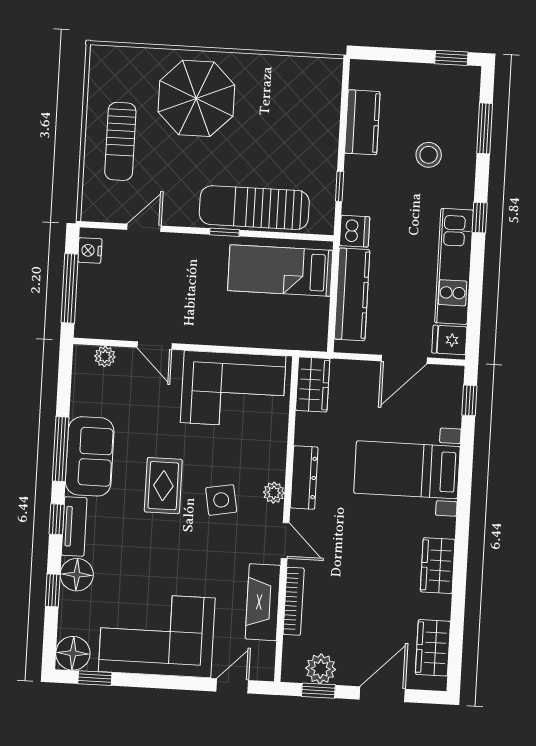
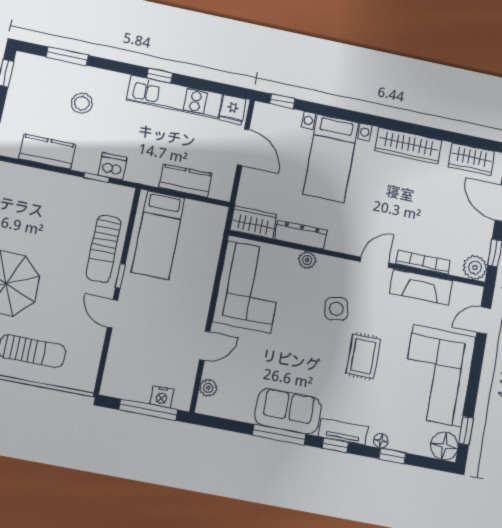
sun lounger: (254, 208) -> (104, 249), width x0.73, depth x0.75
window: (480, 218) -> (160, 76), moved
door: (144, 228) -> (113, 314), moved
dishwasher: (355, 231) -> (112, 166), moved
nightstand: (90, 250) -> (162, 397), moved
kitchen counter: (352, 294) -> (186, 181), width x0.67
dresser: (304, 477) -> (301, 235), moved
rug: (163, 486) -> (363, 356), moved, turned 90
plant: (274, 493) -> (307, 260), moved
wardrobe: (438, 566) -> (408, 146), width x1.50
floor lamp: (77, 575) -> (381, 441), width x0.53, depth x0.53
plant: (321, 669) -> (475, 268), moved
door: (232, 686) -> (484, 321), hinge flipped

